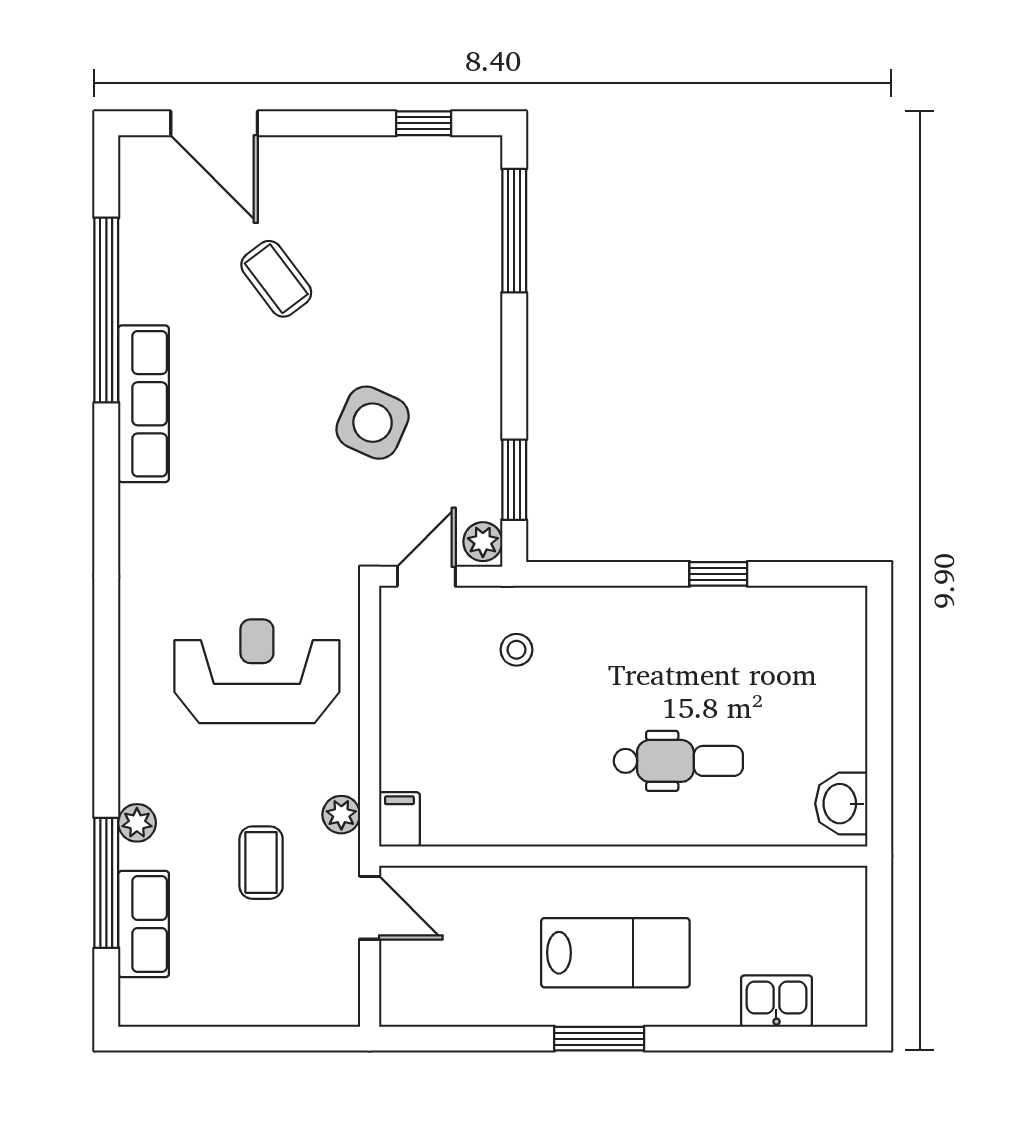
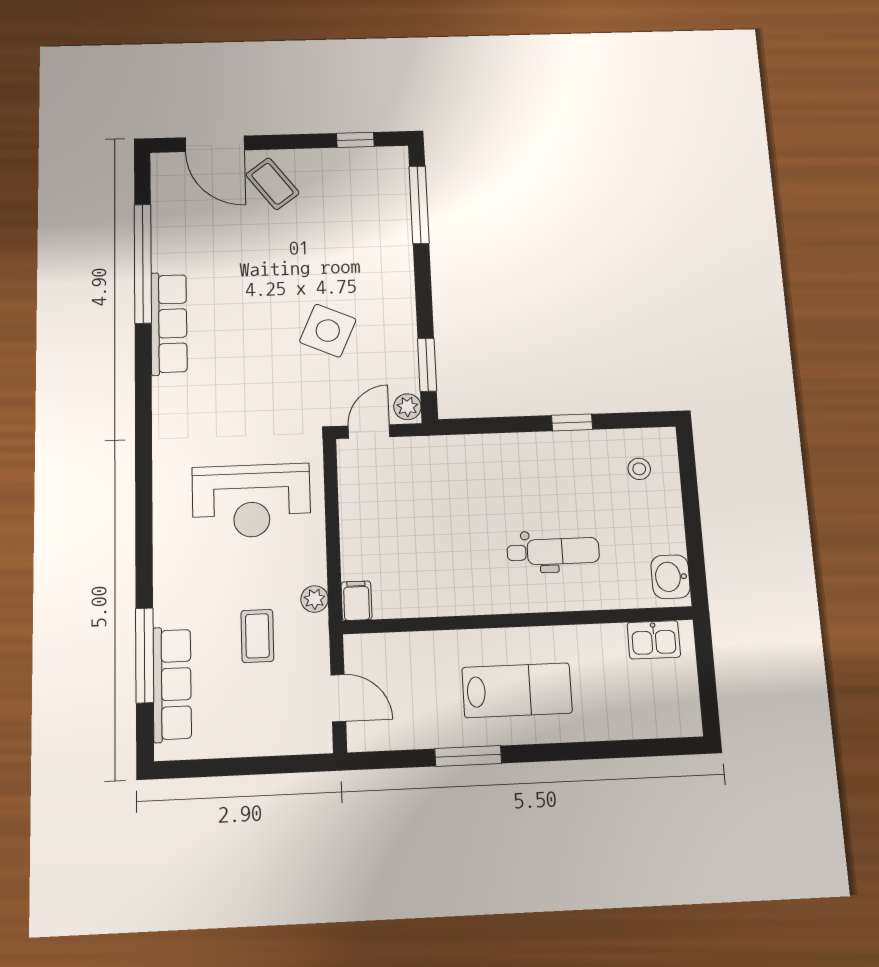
coffee table: (276, 279) -> (272, 184), moved
stool: (516, 650) -> (639, 469), moved
reception desk: (257, 671) -> (251, 501), turned 180
plant: (137, 823) -> (167, 611), removed
door: (370, 908) -> (338, 698), moved
row of seats: (144, 924) -> (172, 684), width x1.48
kitchen sink: (776, 1001) -> (654, 640), moved, turned 180
window: (599, 1039) -> (468, 756), moved

